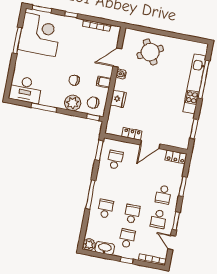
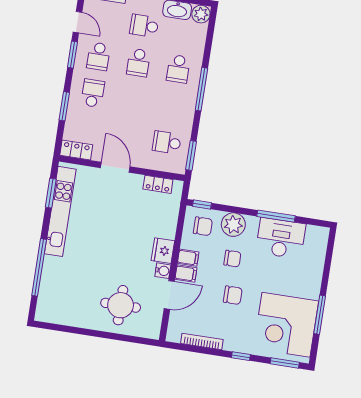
round table: (150, 52) -> (121, 305), turned 30
chair: (75, 56) -> (233, 295), added
filing cabinet: (106, 71) -> (186, 274), added
kitchen unit: (194, 84) -> (60, 211), moved
desk: (25, 90) -> (281, 238), moved
fridge: (118, 99) -> (163, 251), moved
locker: (132, 134) -> (158, 184), moved
door: (150, 144) -> (115, 167), hinge flipped
school desk: (115, 160) -> (167, 142), turned 90
school desk: (159, 219) -> (99, 56), turned 180
school desk: (127, 238) -> (144, 26), turned 90

